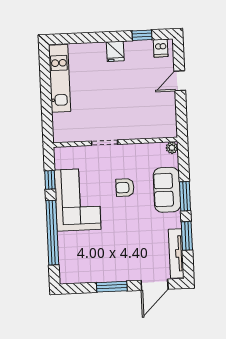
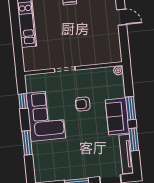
door: (180, 81) -> (122, 17), swing flipped
sofa: (167, 190) -> (117, 116), moved
window: (52, 233) -> (27, 143), width x0.47

